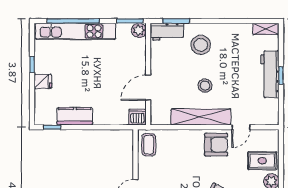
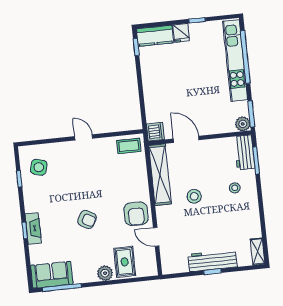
stool: (201, 45) -> (235, 188), width x0.53, depth x0.53
kitchen counter: (75, 116) -> (155, 36), moved, turned 90
shelving: (201, 117) -> (160, 175), moved

